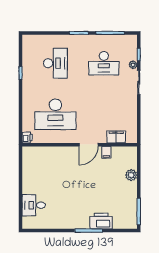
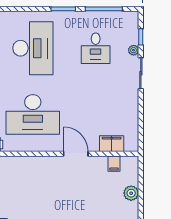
desk: (55, 63) -> (33, 48), width x1.36, depth x1.30
desk: (104, 63) -> (96, 48), width x0.73
door: (89, 145) -> (76, 154), swing flipped
filing cabinet: (106, 152) -> (114, 164), moved

